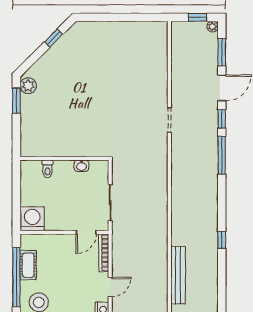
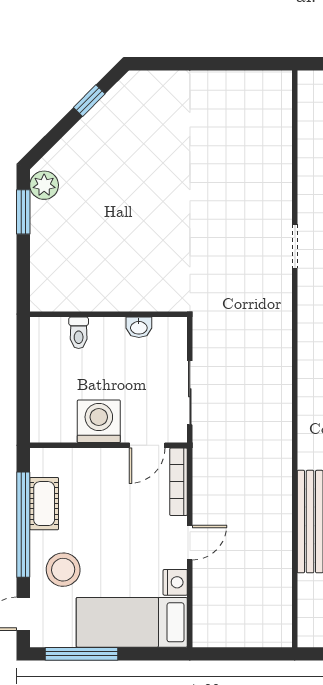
washing machine: (32, 219) -> (99, 421), moved

